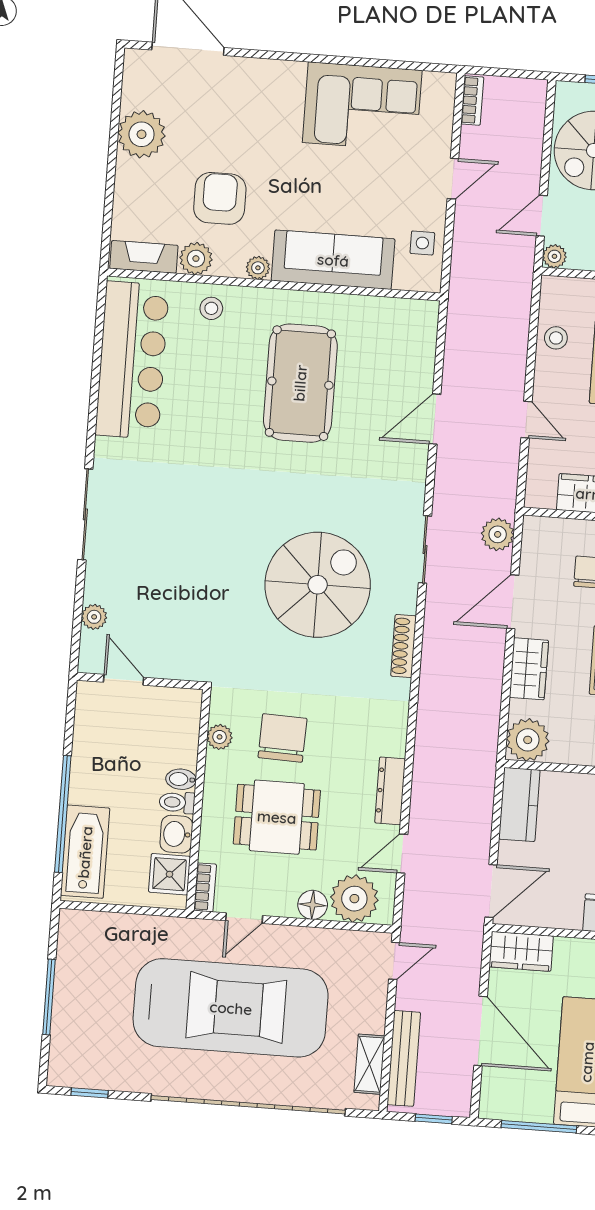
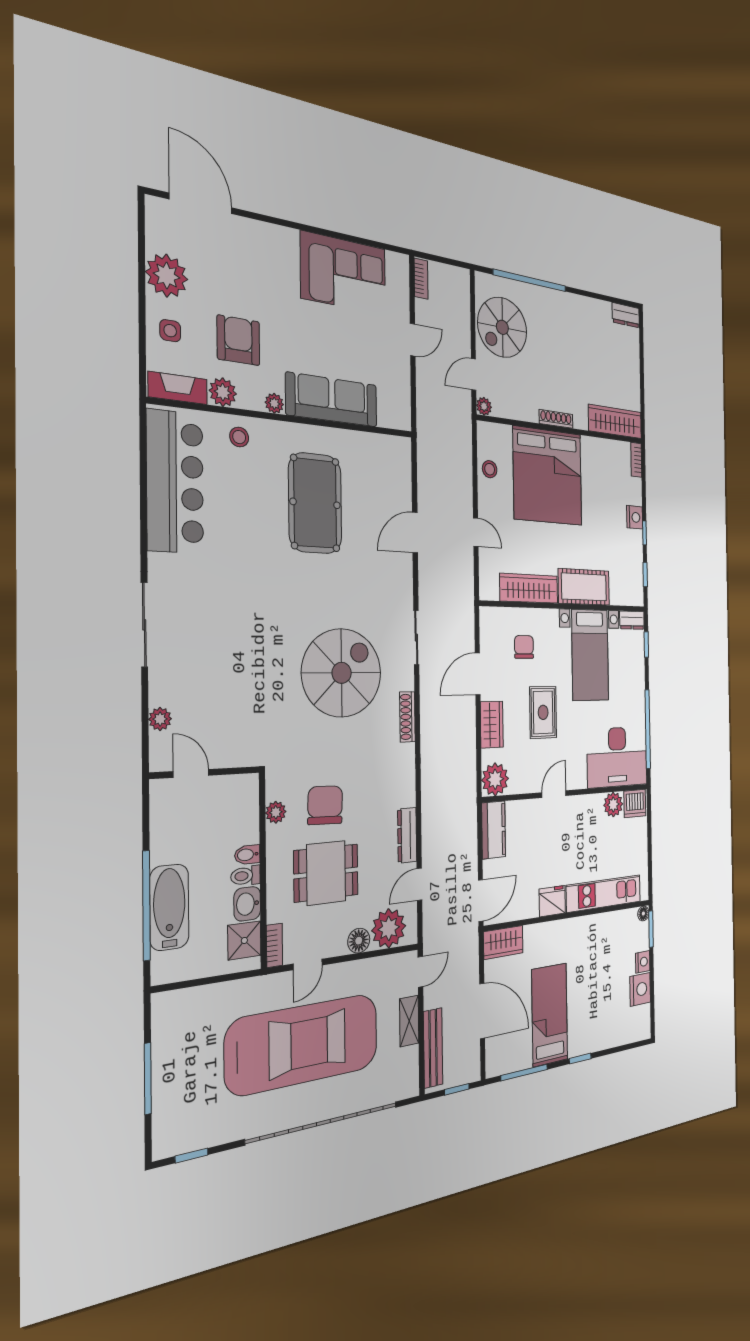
side table: (422, 243) -> (170, 331), moved
plant: (498, 534) -> (464, 622), removed
bathtub: (85, 852) -> (169, 907), moved
shelving: (369, 1064) -> (409, 1021), moved

